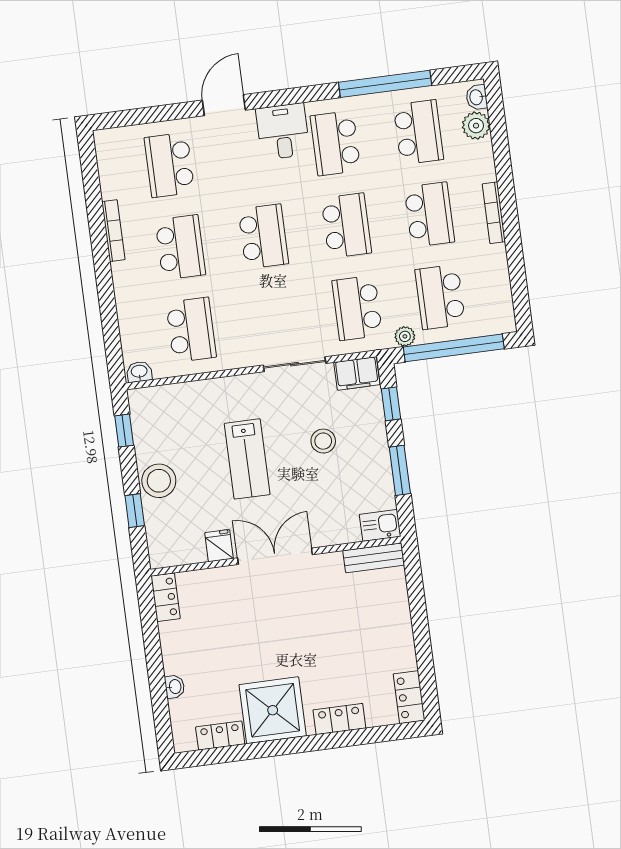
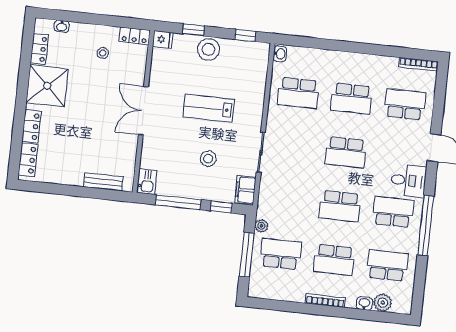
window: (385, 84) -> (426, 225), moved
washbasin: (477, 97) -> (364, 303), moved
school desk: (418, 132) -> (387, 266), turned 180
bookcase: (113, 231) -> (418, 64), moved
school desk: (357, 308) -> (287, 200), removed
window: (454, 348) -> (247, 255), width x0.68
window: (400, 470) -> (178, 202), width x1.44
fridge: (219, 546) -> (163, 39), moved
double door: (275, 556) -> (143, 111), swing flipped
bench: (374, 558) -> (103, 182), moved, turned 90
stool: (203, 639) -> (103, 53), added
washbasin: (175, 687) -> (62, 26), moved
locker: (409, 697) -> (28, 160), moved, turned 90

